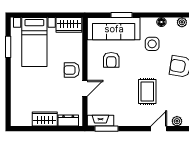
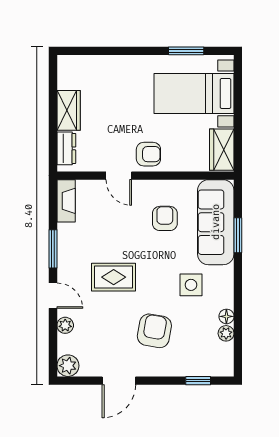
floor lamp: (161, 22) -> (226, 316), moved
armchair: (111, 60) -> (165, 218), turned 90
armchair: (72, 70) -> (148, 154), turned 90
window: (106, 129) -> (53, 249), moved

